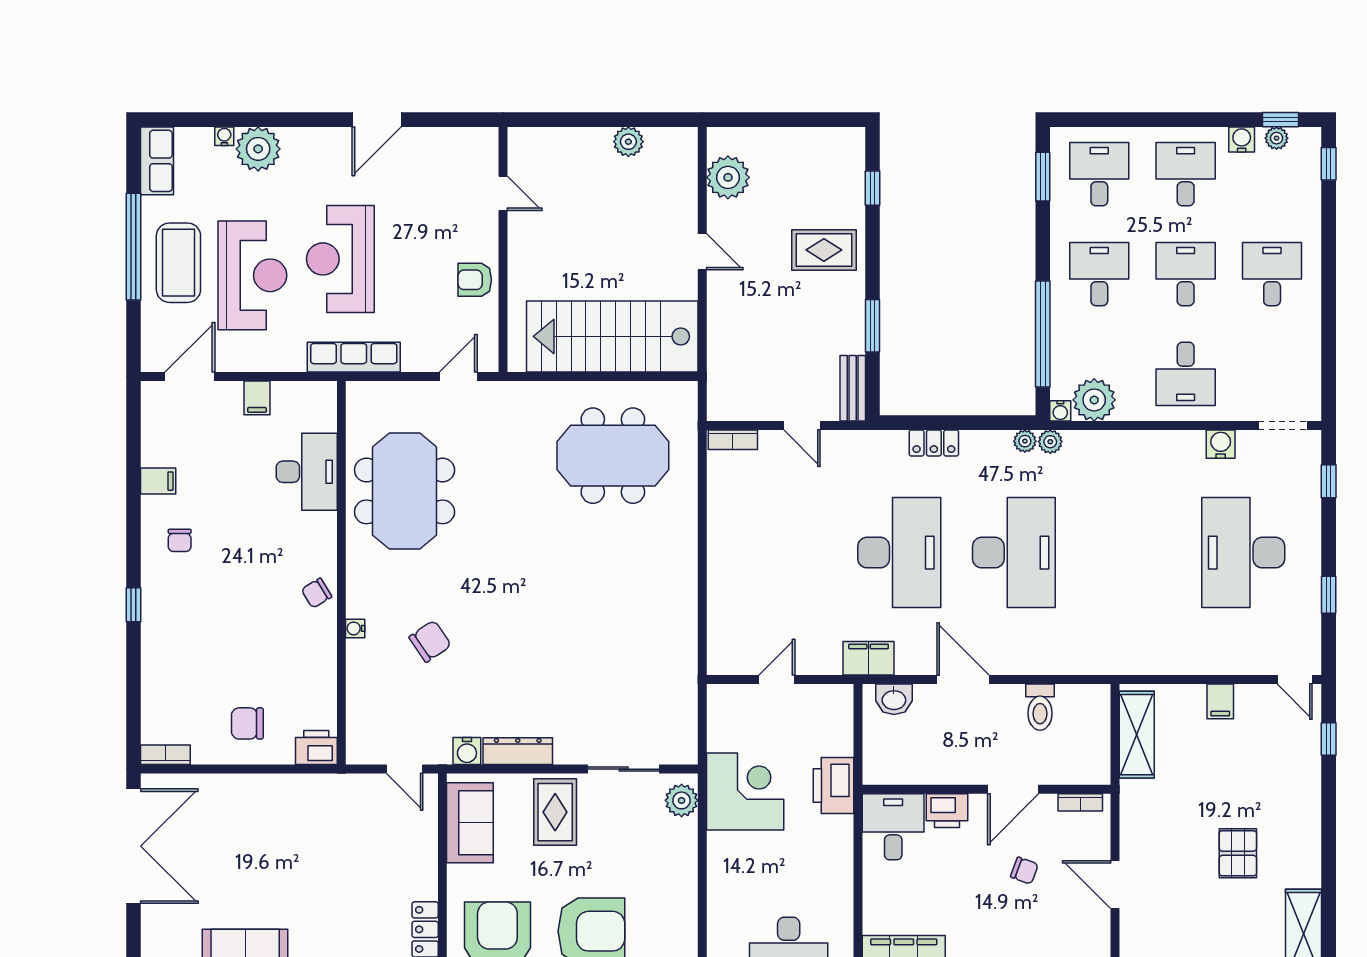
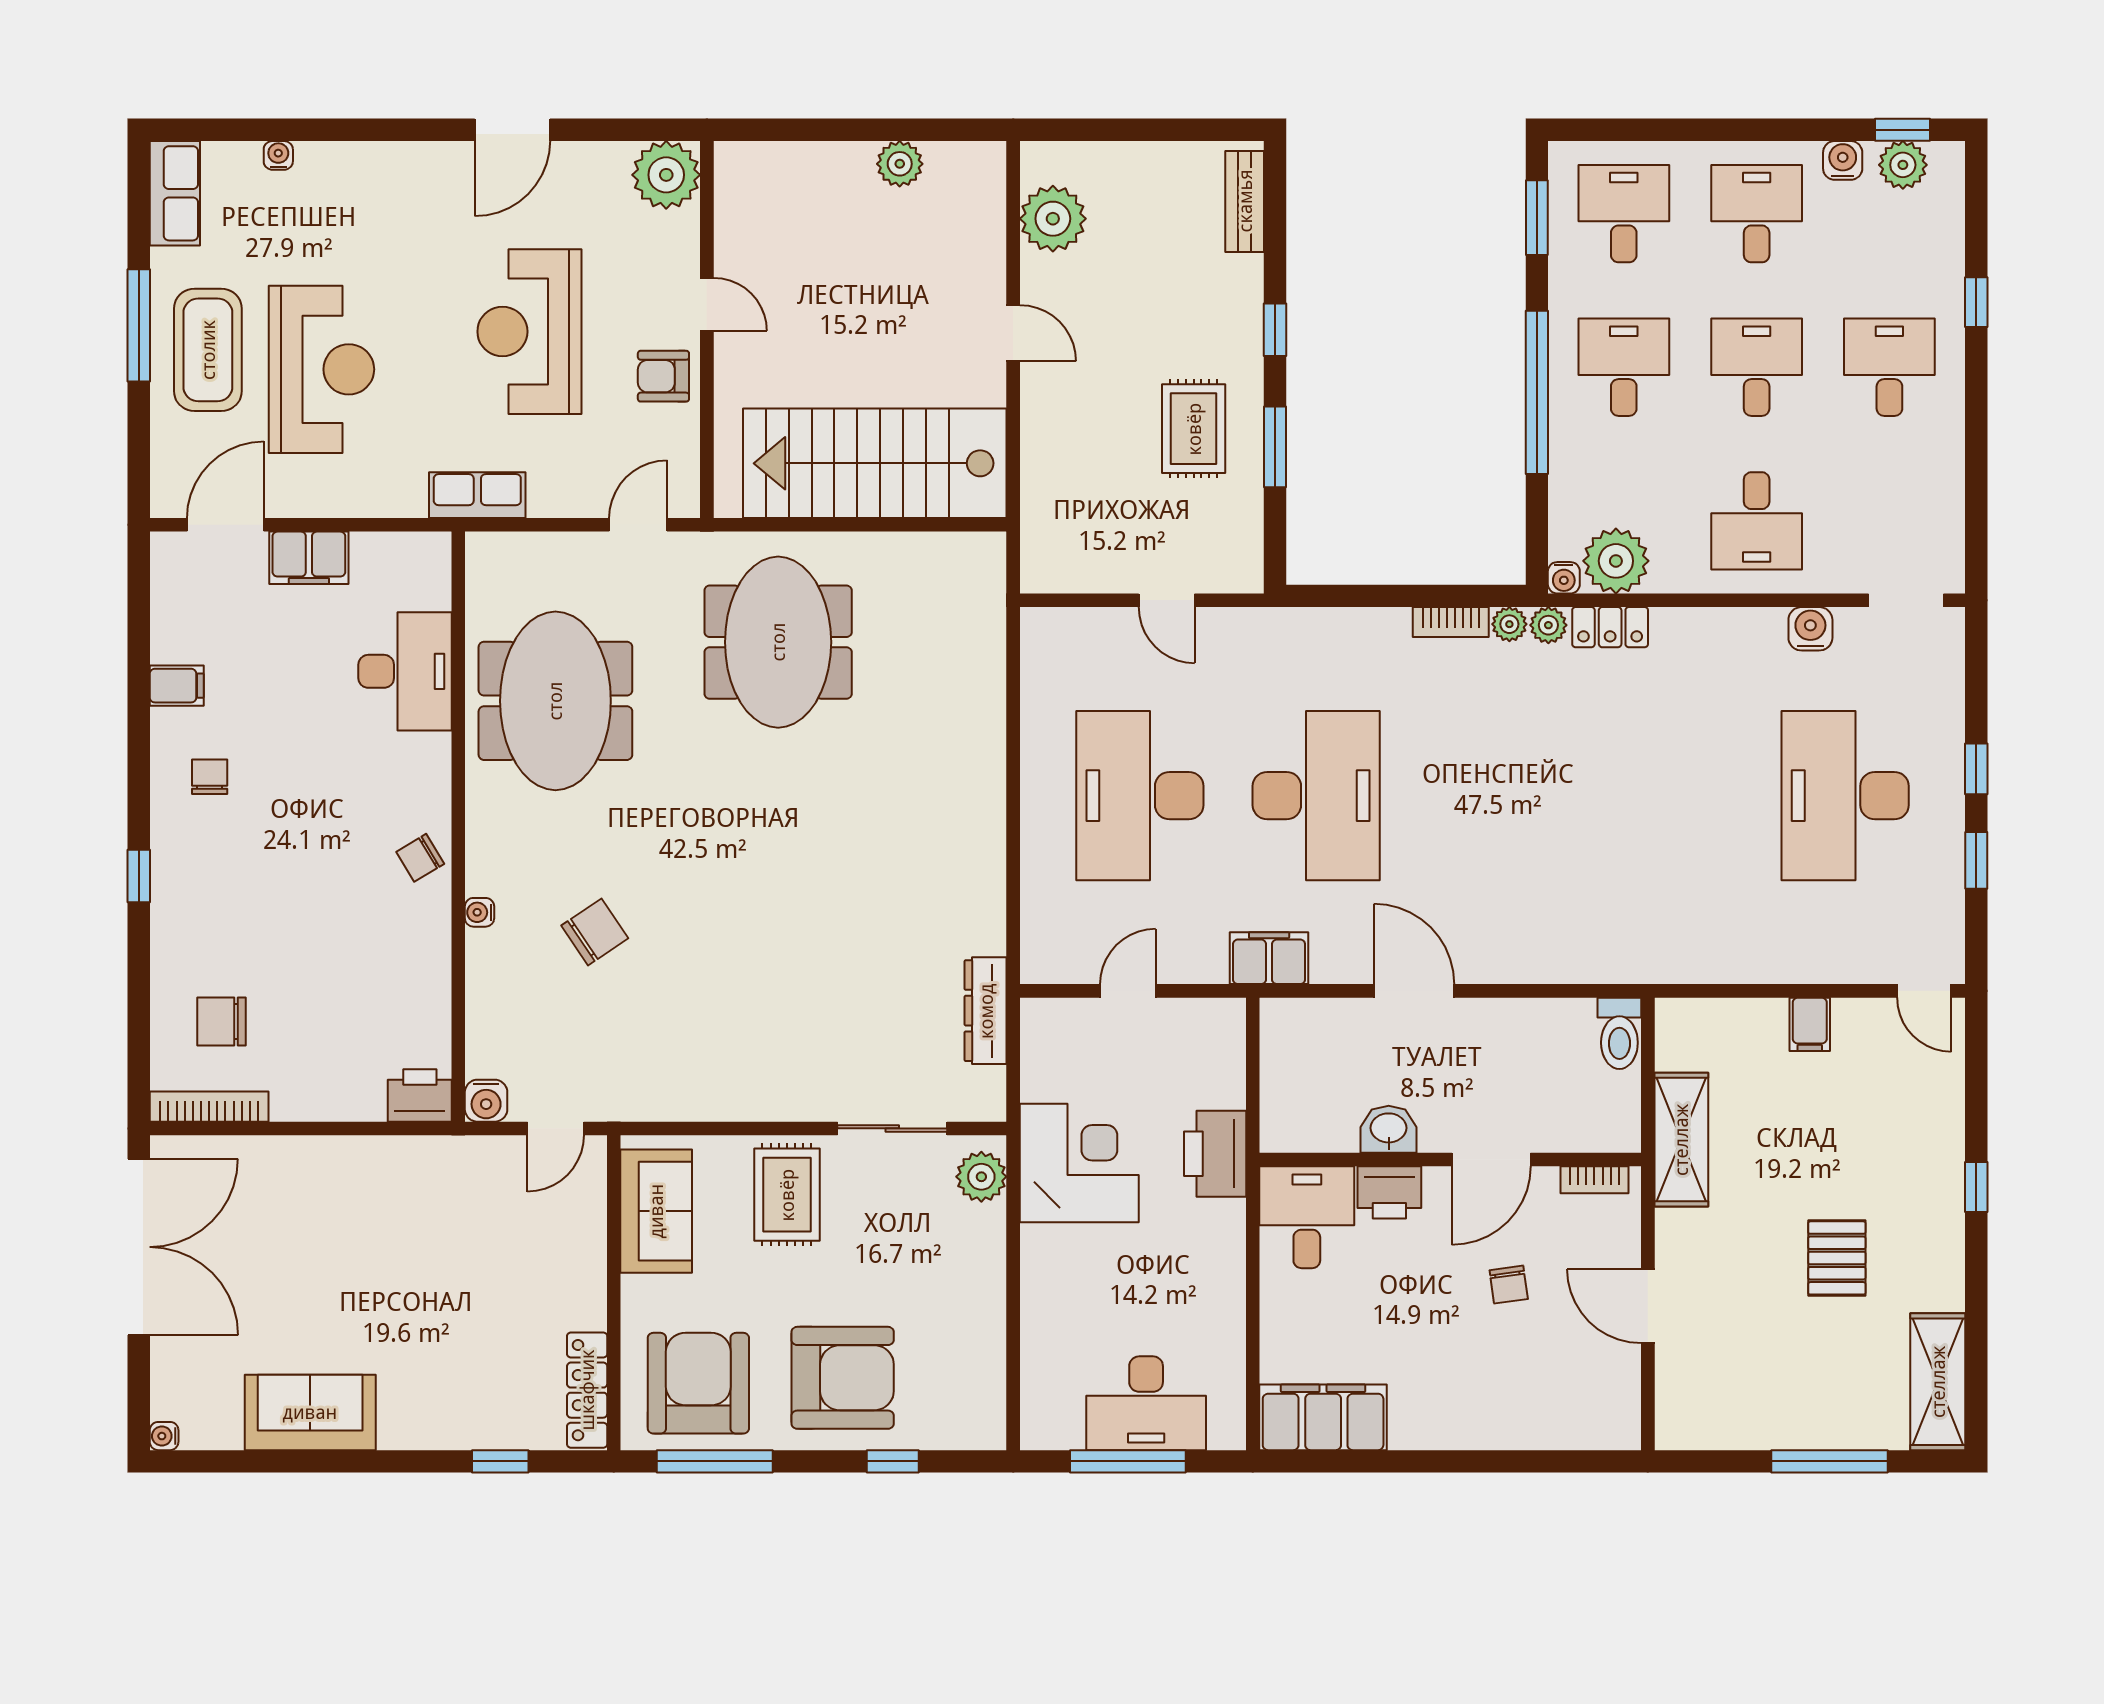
plant: (1277, 138) -> (1903, 165), width x1.38, depth x1.38
plant: (258, 149) -> (666, 175), moved
window: (1329, 164) -> (1976, 302), moved
window: (872, 188) -> (1275, 330), moved
door: (503, 193) -> (707, 304), moved
window: (134, 247) -> (139, 325), width x0.68
rug: (824, 250) -> (1194, 429), moved, turned 90
reception desk: (340, 259) -> (529, 332), moved
window: (1043, 334) -> (1537, 392), moved
row of seats: (354, 357) -> (477, 495), width x0.68
bench: (853, 388) -> (1245, 201), moved
filing cabinet: (257, 398) -> (309, 558), width x2.00
bookcase: (733, 440) -> (1451, 622), moved
locker: (934, 443) -> (1610, 627), moved
meeting table: (613, 456) -> (778, 642), moved, turned 90
window: (1329, 481) -> (1976, 769), moved
chair: (180, 540) -> (210, 777), turned 180
desk: (1014, 553) -> (1140, 796), moved, turned 180
washbasin: (894, 699) -> (1389, 1129), moved, turned 180
toilet: (1040, 707) -> (1619, 1033), moved
chair: (247, 723) -> (222, 1021), moved
shelving: (1137, 735) -> (1681, 1140), moved
window: (1329, 739) -> (1976, 1187), moved
water cooler: (467, 751) -> (486, 1101), moved
dresser: (518, 751) -> (986, 1011), moved, turned -90
bookcase: (165, 755) -> (209, 1107), width x1.56
door: (405, 769) -> (556, 1128), hinge flipped
chair: (1024, 871) -> (1509, 1285), turned 62

